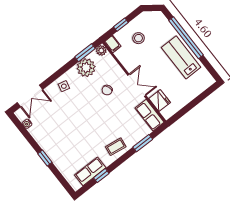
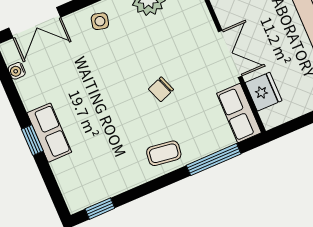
chair: (107, 90) -> (161, 89), moved
window: (143, 143) -> (214, 160), width x1.44
row of seats: (90, 171) -> (49, 133), moved, turned 90
window: (101, 176) -> (100, 209), moved

